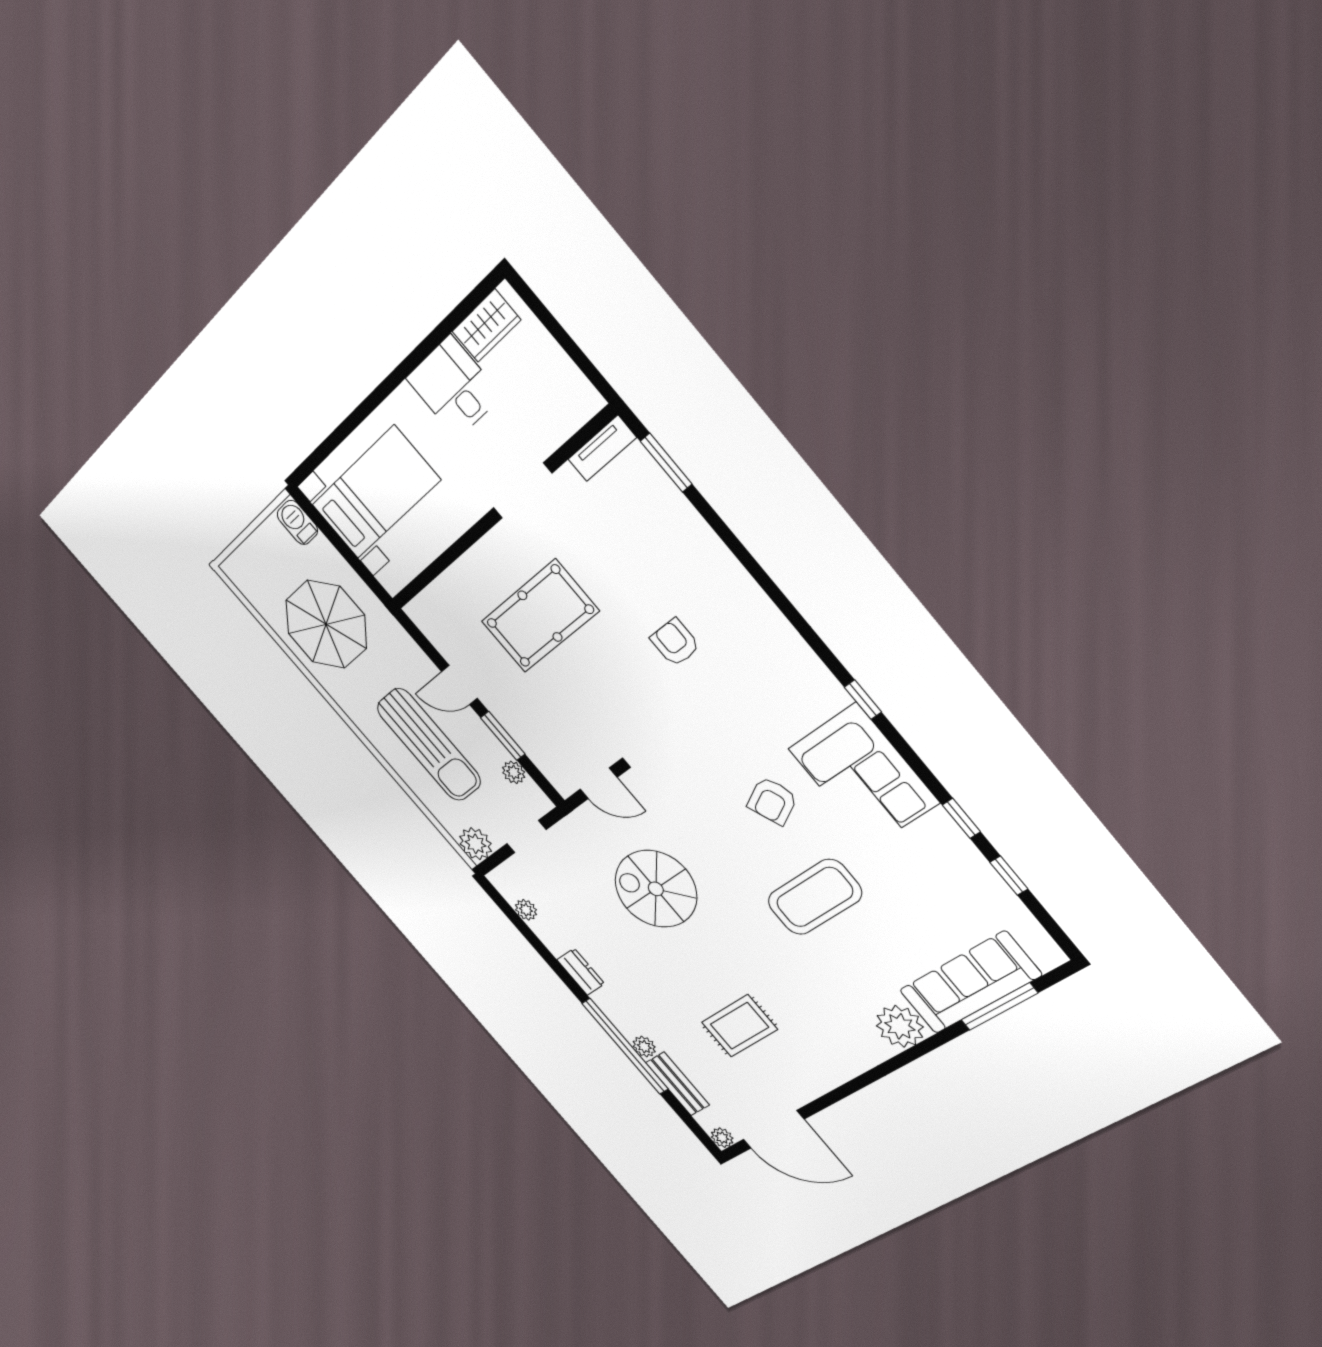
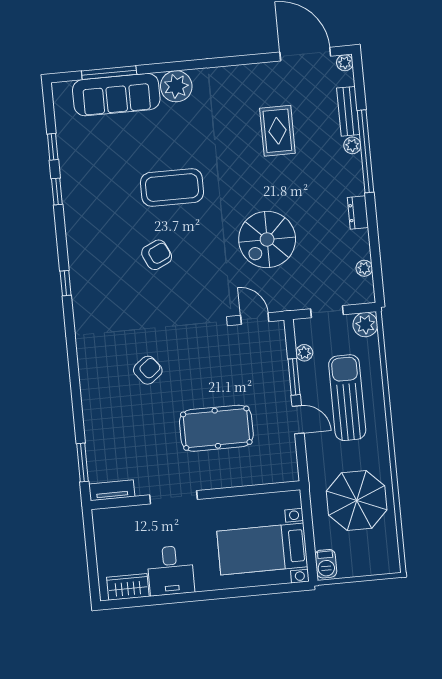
armchair: (675, 642) -> (148, 370), turned -128
corner sofa: (864, 776) -> (94, 242), removed
spiral stairs: (656, 889) -> (267, 239), turned 90
rug: (739, 1026) -> (277, 131), turned 90

